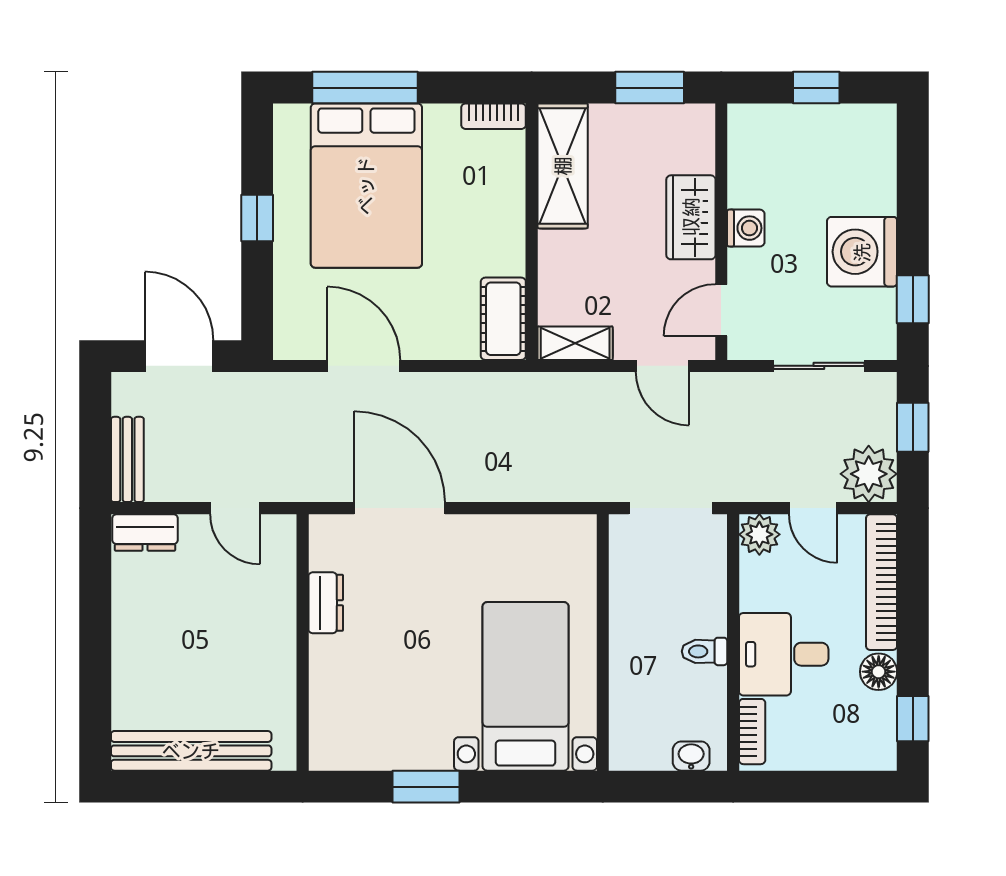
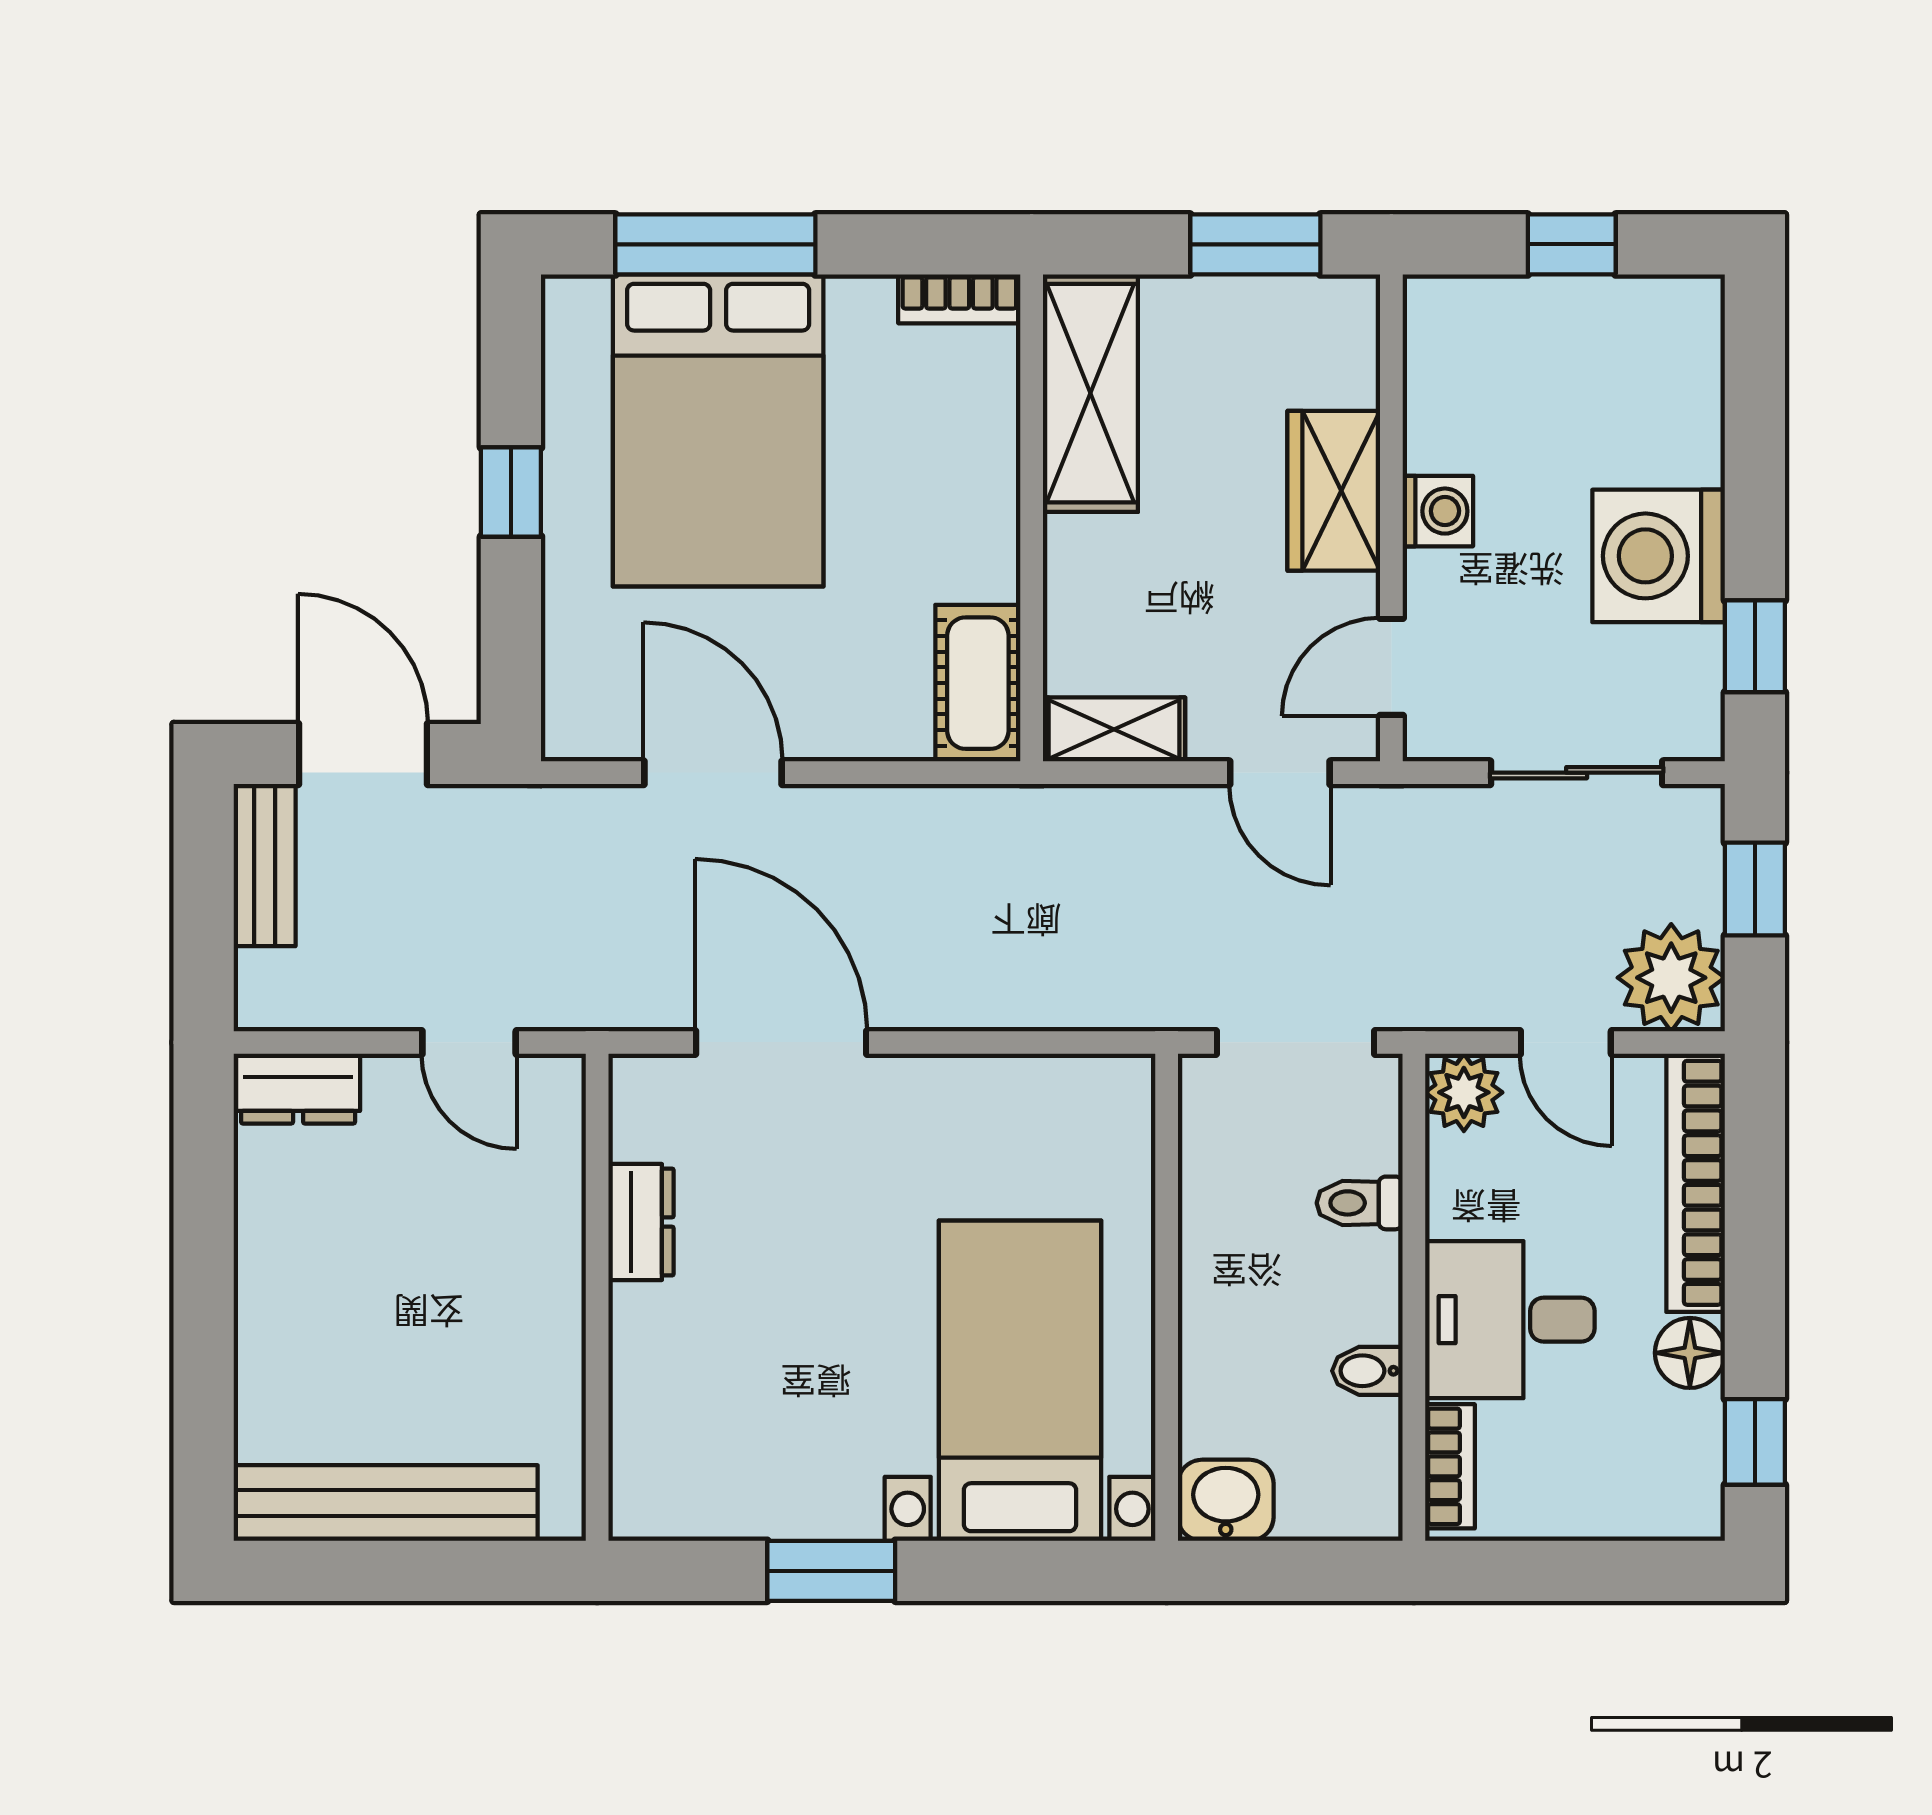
bench: (127, 459) -> (265, 865), moved
toilet: (705, 651) -> (1360, 1203), moved
bidet: (709, 681) -> (1367, 1371), added
washbasin: (691, 756) -> (1226, 1500), moved, width x1.38, depth x1.45

